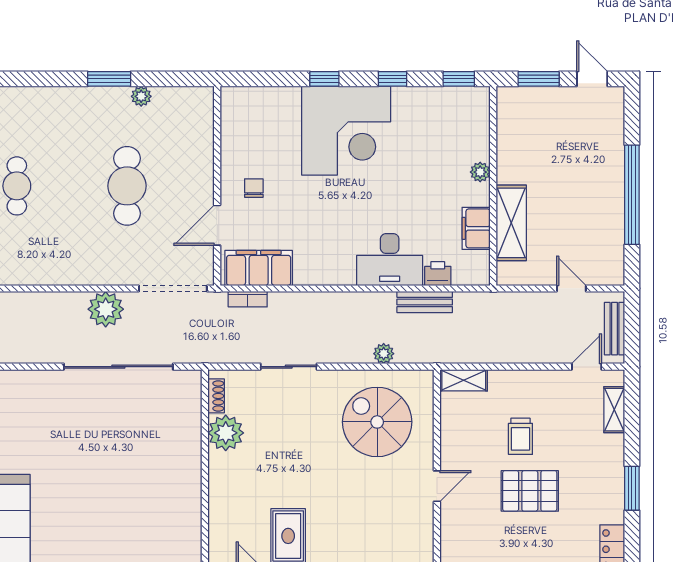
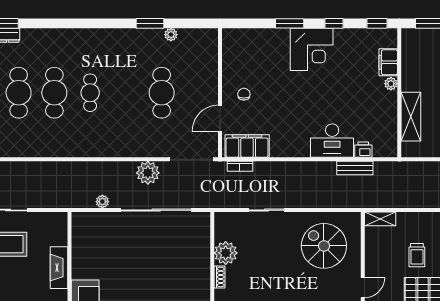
window: (324, 79) -> (290, 23), width x1.50
corner desk: (346, 131) -> (312, 49), width x0.74, depth x0.74
filing cabinet: (476, 228) -> (388, 62), moved
plant: (384, 354) -> (102, 202), moved
shoe rack: (216, 396) -> (219, 277), moved

